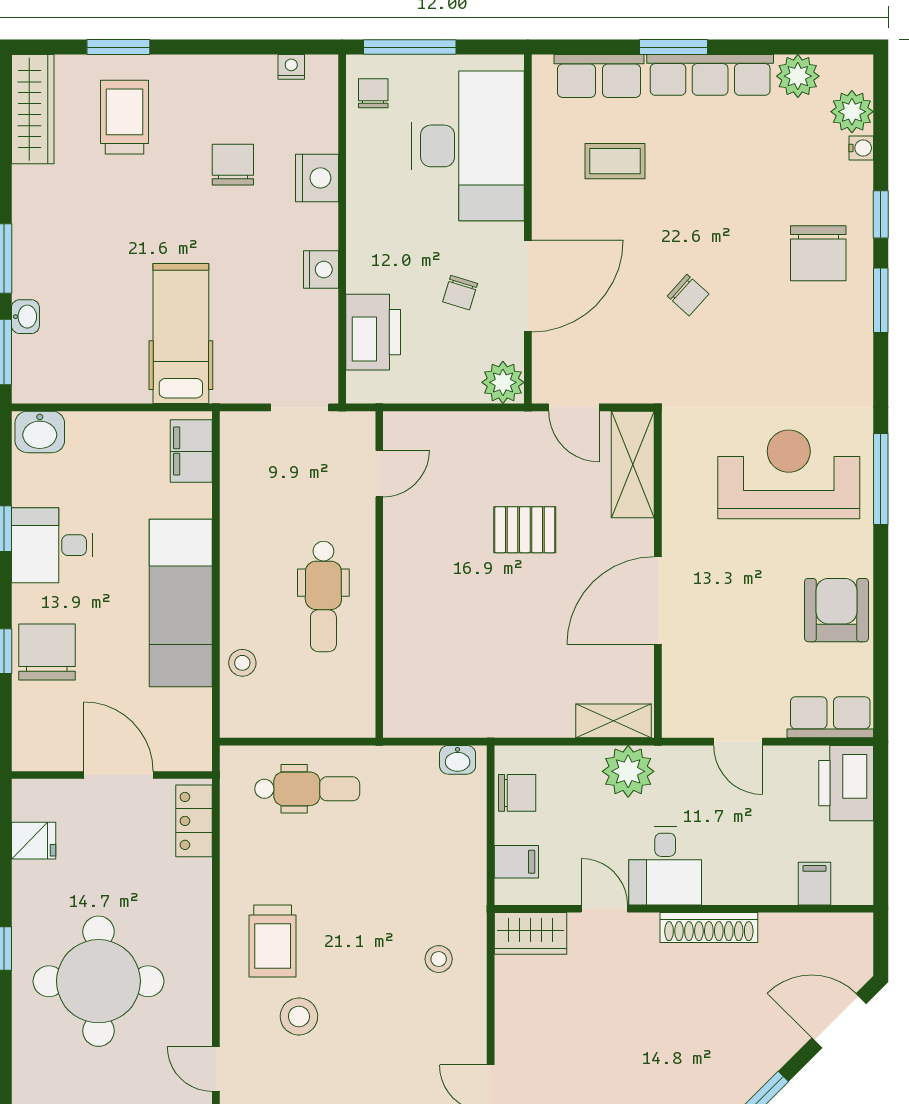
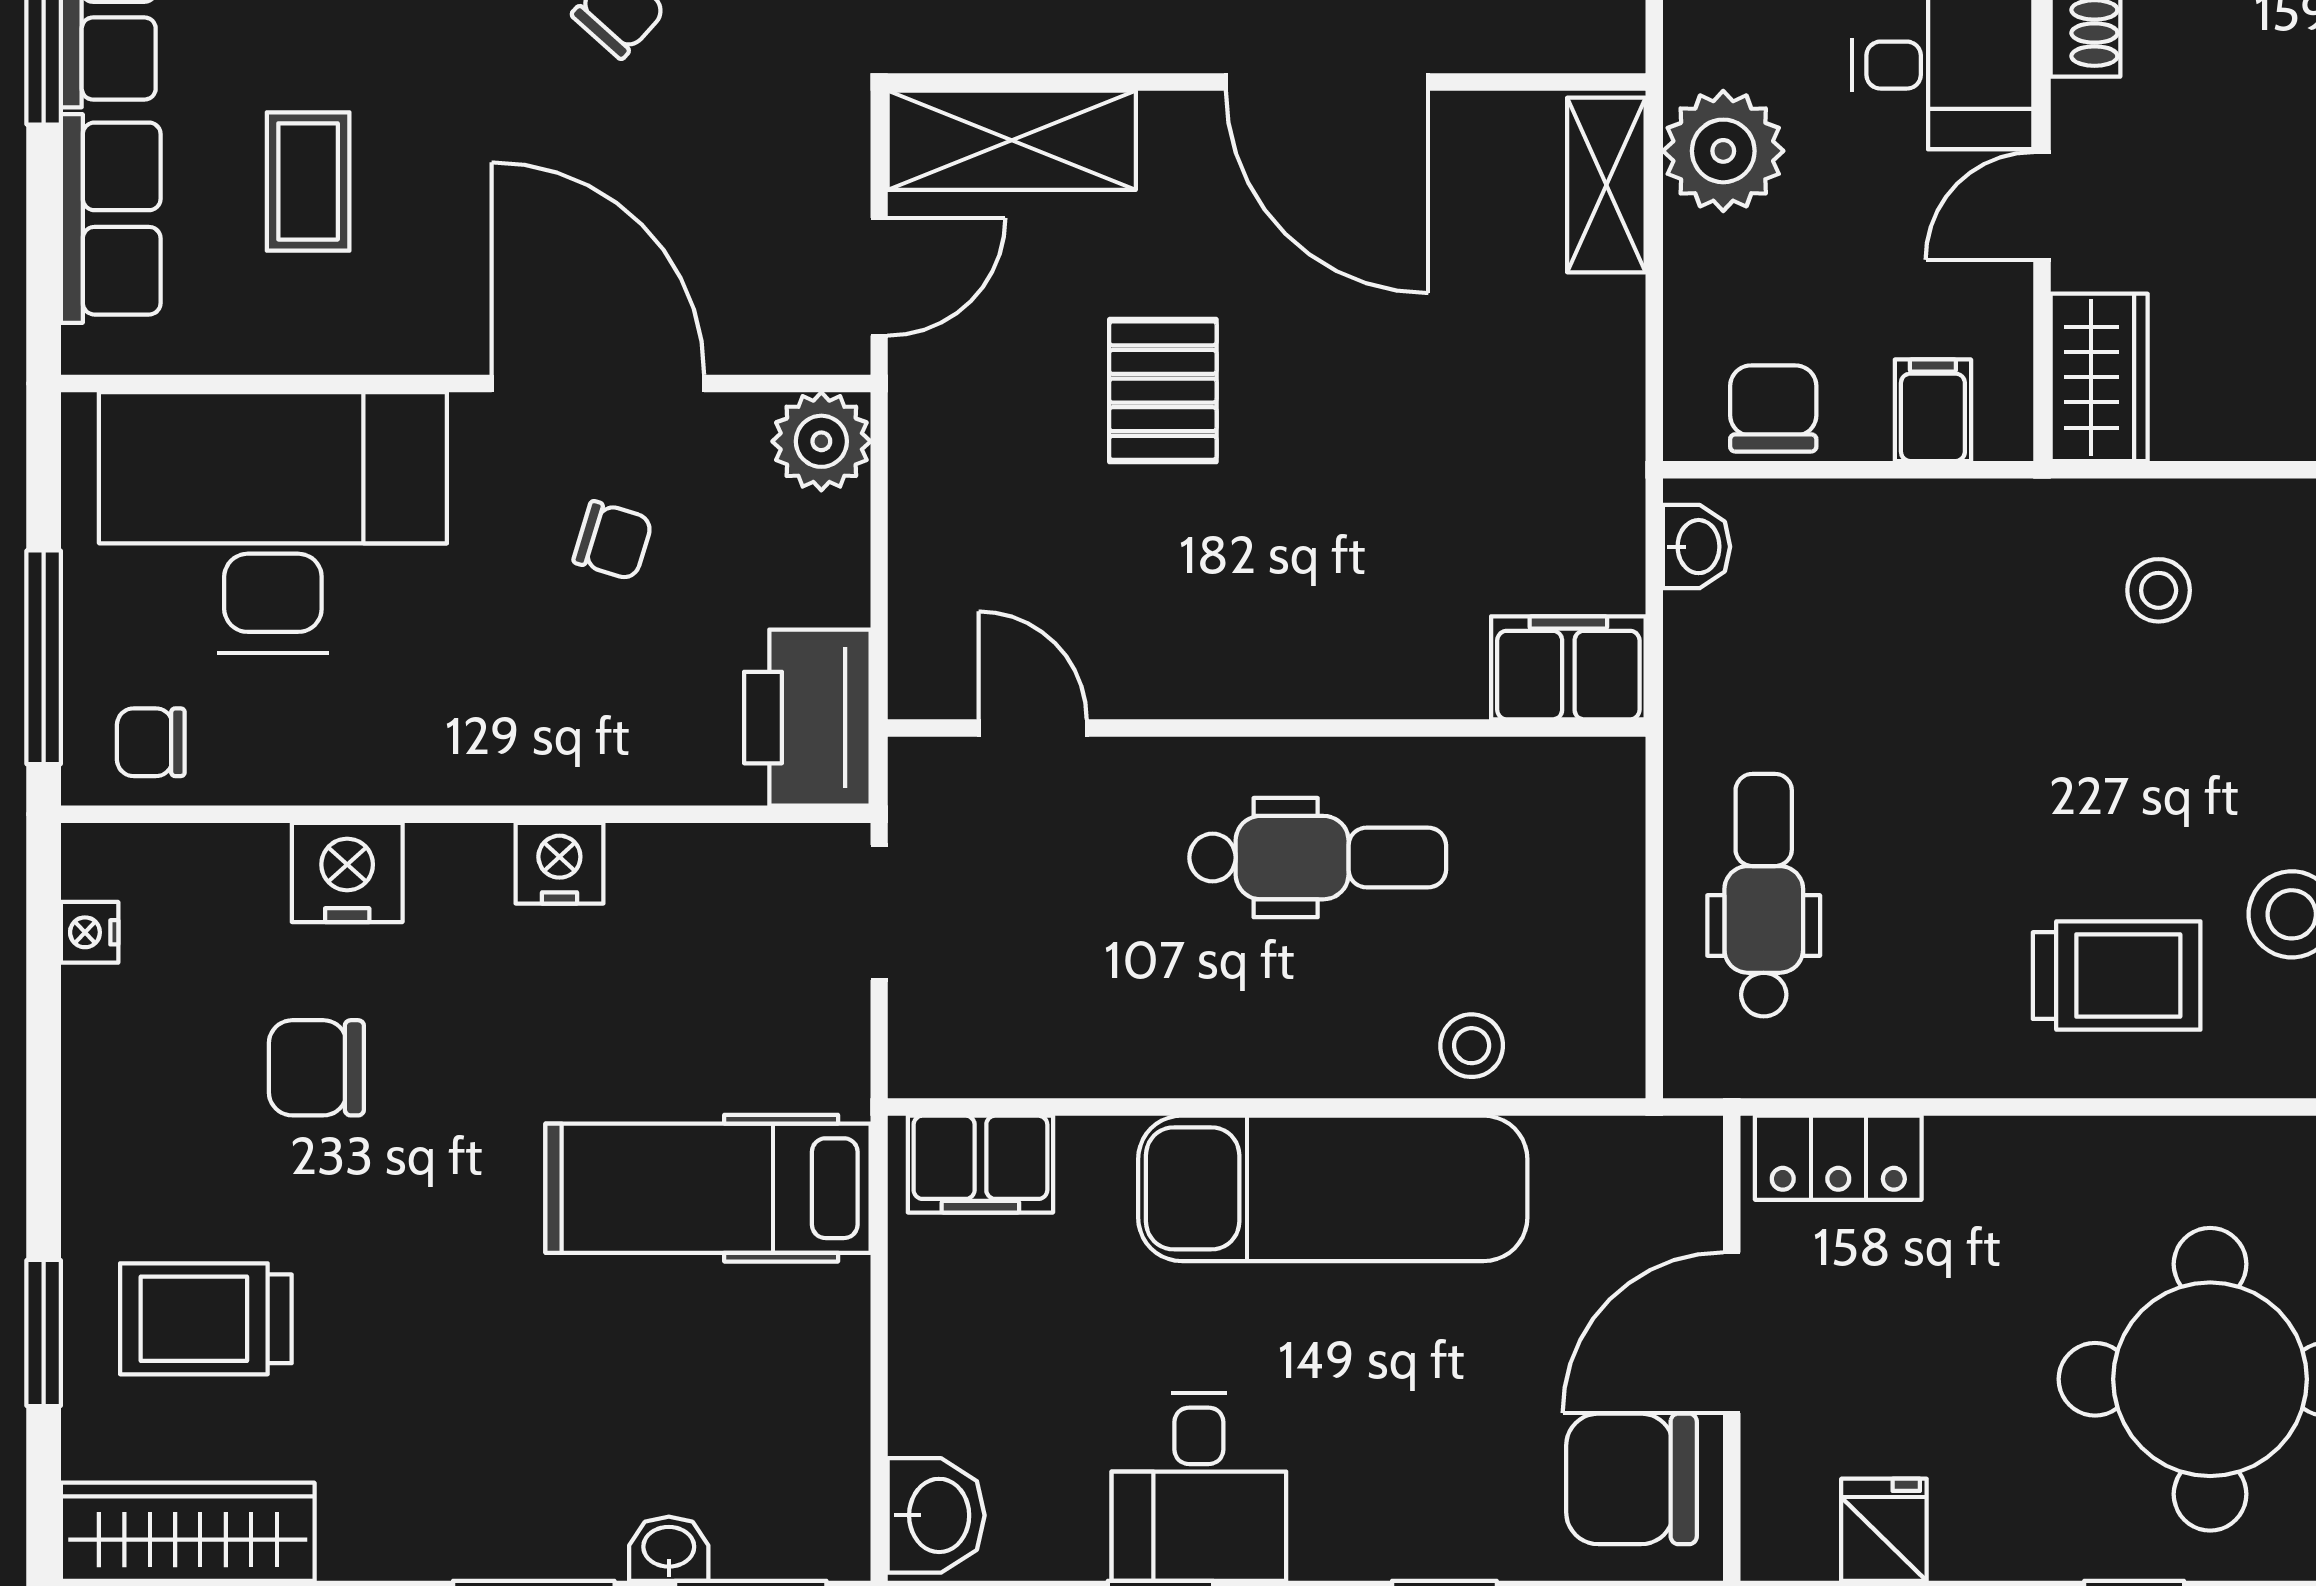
printer: (373, 332) -> (807, 718), moved, turned -90
chair: (47, 652) -> (1631, 1479), moved
filing cabinet: (405, 705) -> (1568, 668), added

